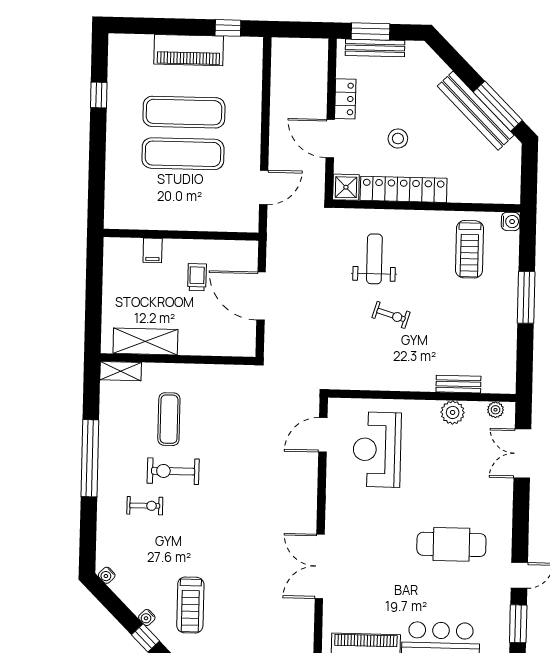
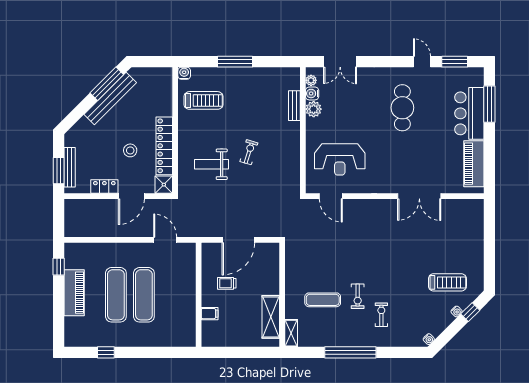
water cooler: (476, 411) -> (312, 93), added
exercise bike: (173, 471) -> (358, 296), width x0.73, depth x0.72

